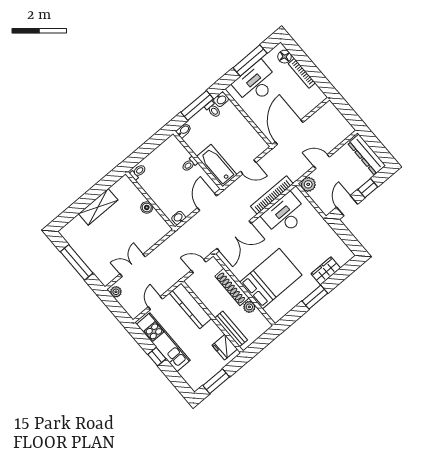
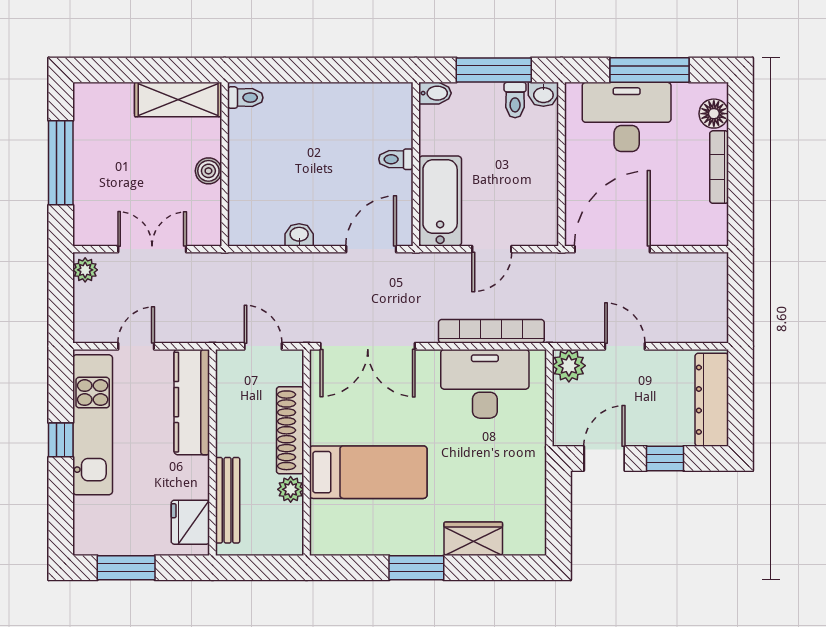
door: (248, 167) -> (492, 249), hinge flipped
toilet: (138, 172) -> (245, 98), moved
wall: (150, 200) -> (225, 164), moved
boiler: (147, 207) -> (208, 171), moved
bed: (271, 279) -> (368, 472), width x0.67

